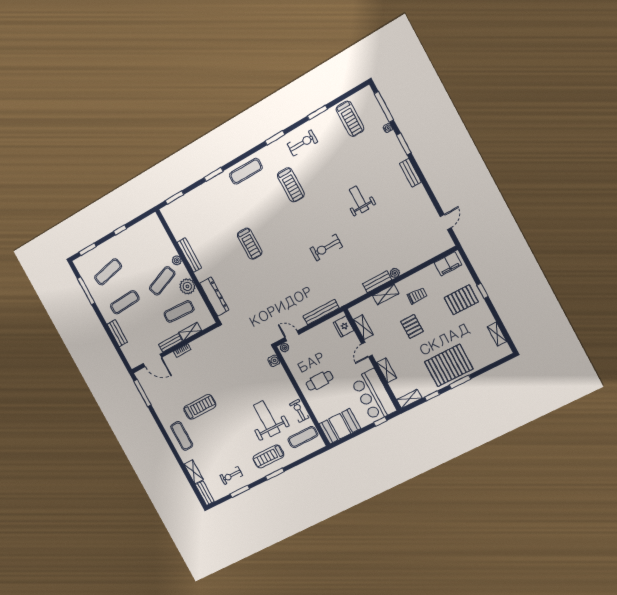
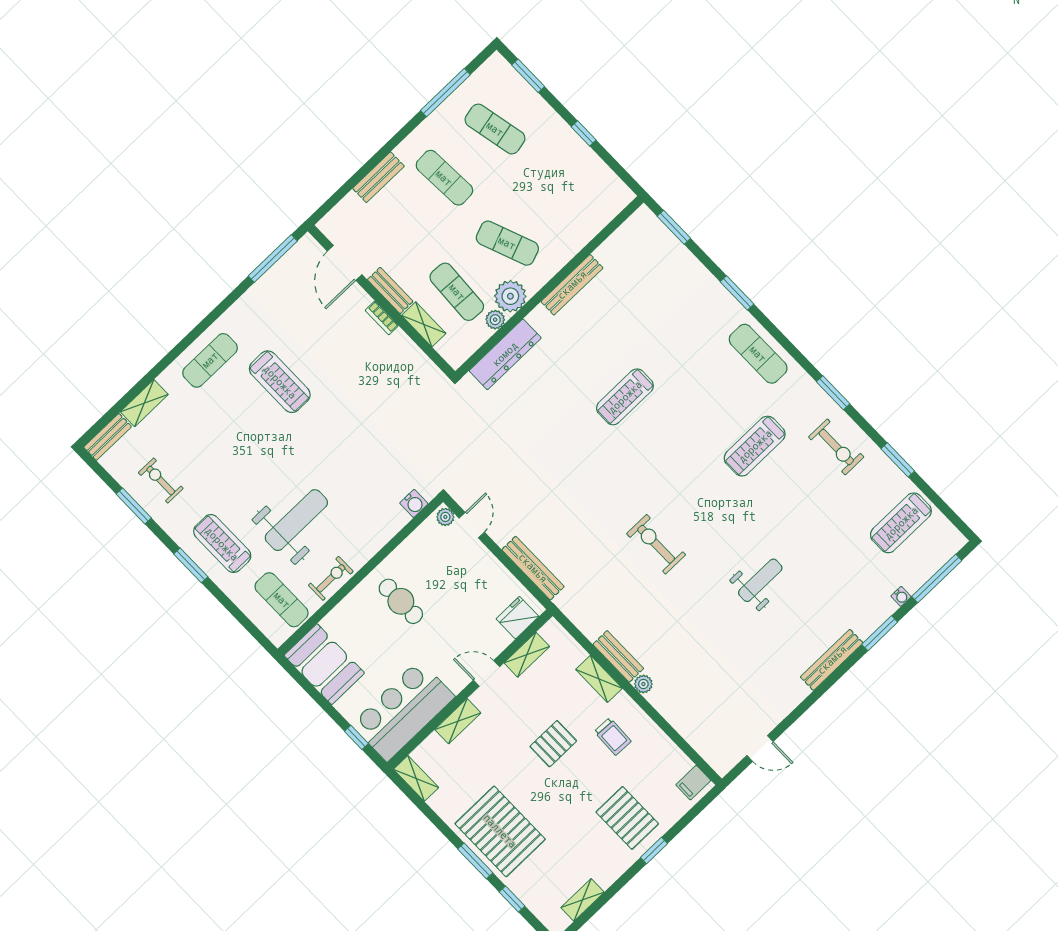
bench: (410, 173) -> (832, 660), width x1.36
plant: (177, 260) -> (495, 320), moved
filing cabinet: (448, 264) -> (693, 783), width x0.50
window: (432, 396) -> (512, 899), moved

